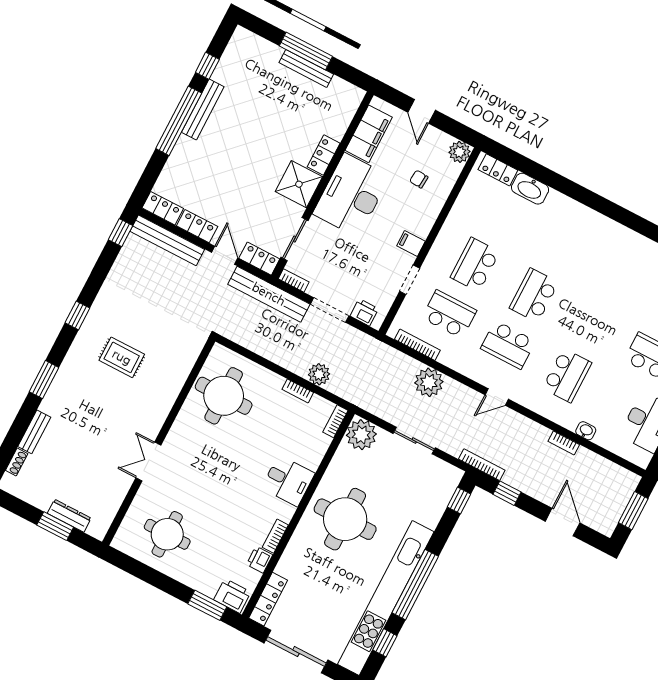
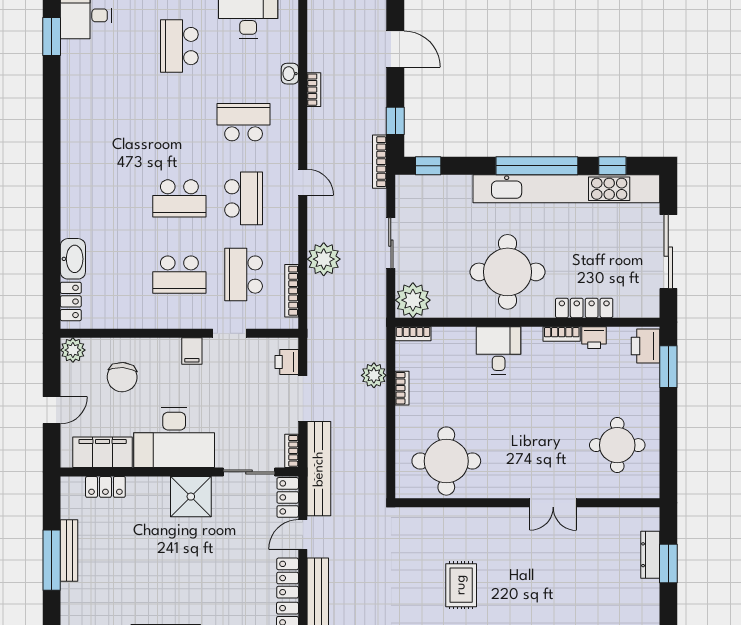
locker: (324, 155) -> (105, 487), moved
chair: (419, 179) -> (122, 377), width x1.87, depth x1.87
door: (563, 522) -> (395, 49), swing flipped
locker: (268, 599) -> (584, 308), moved

